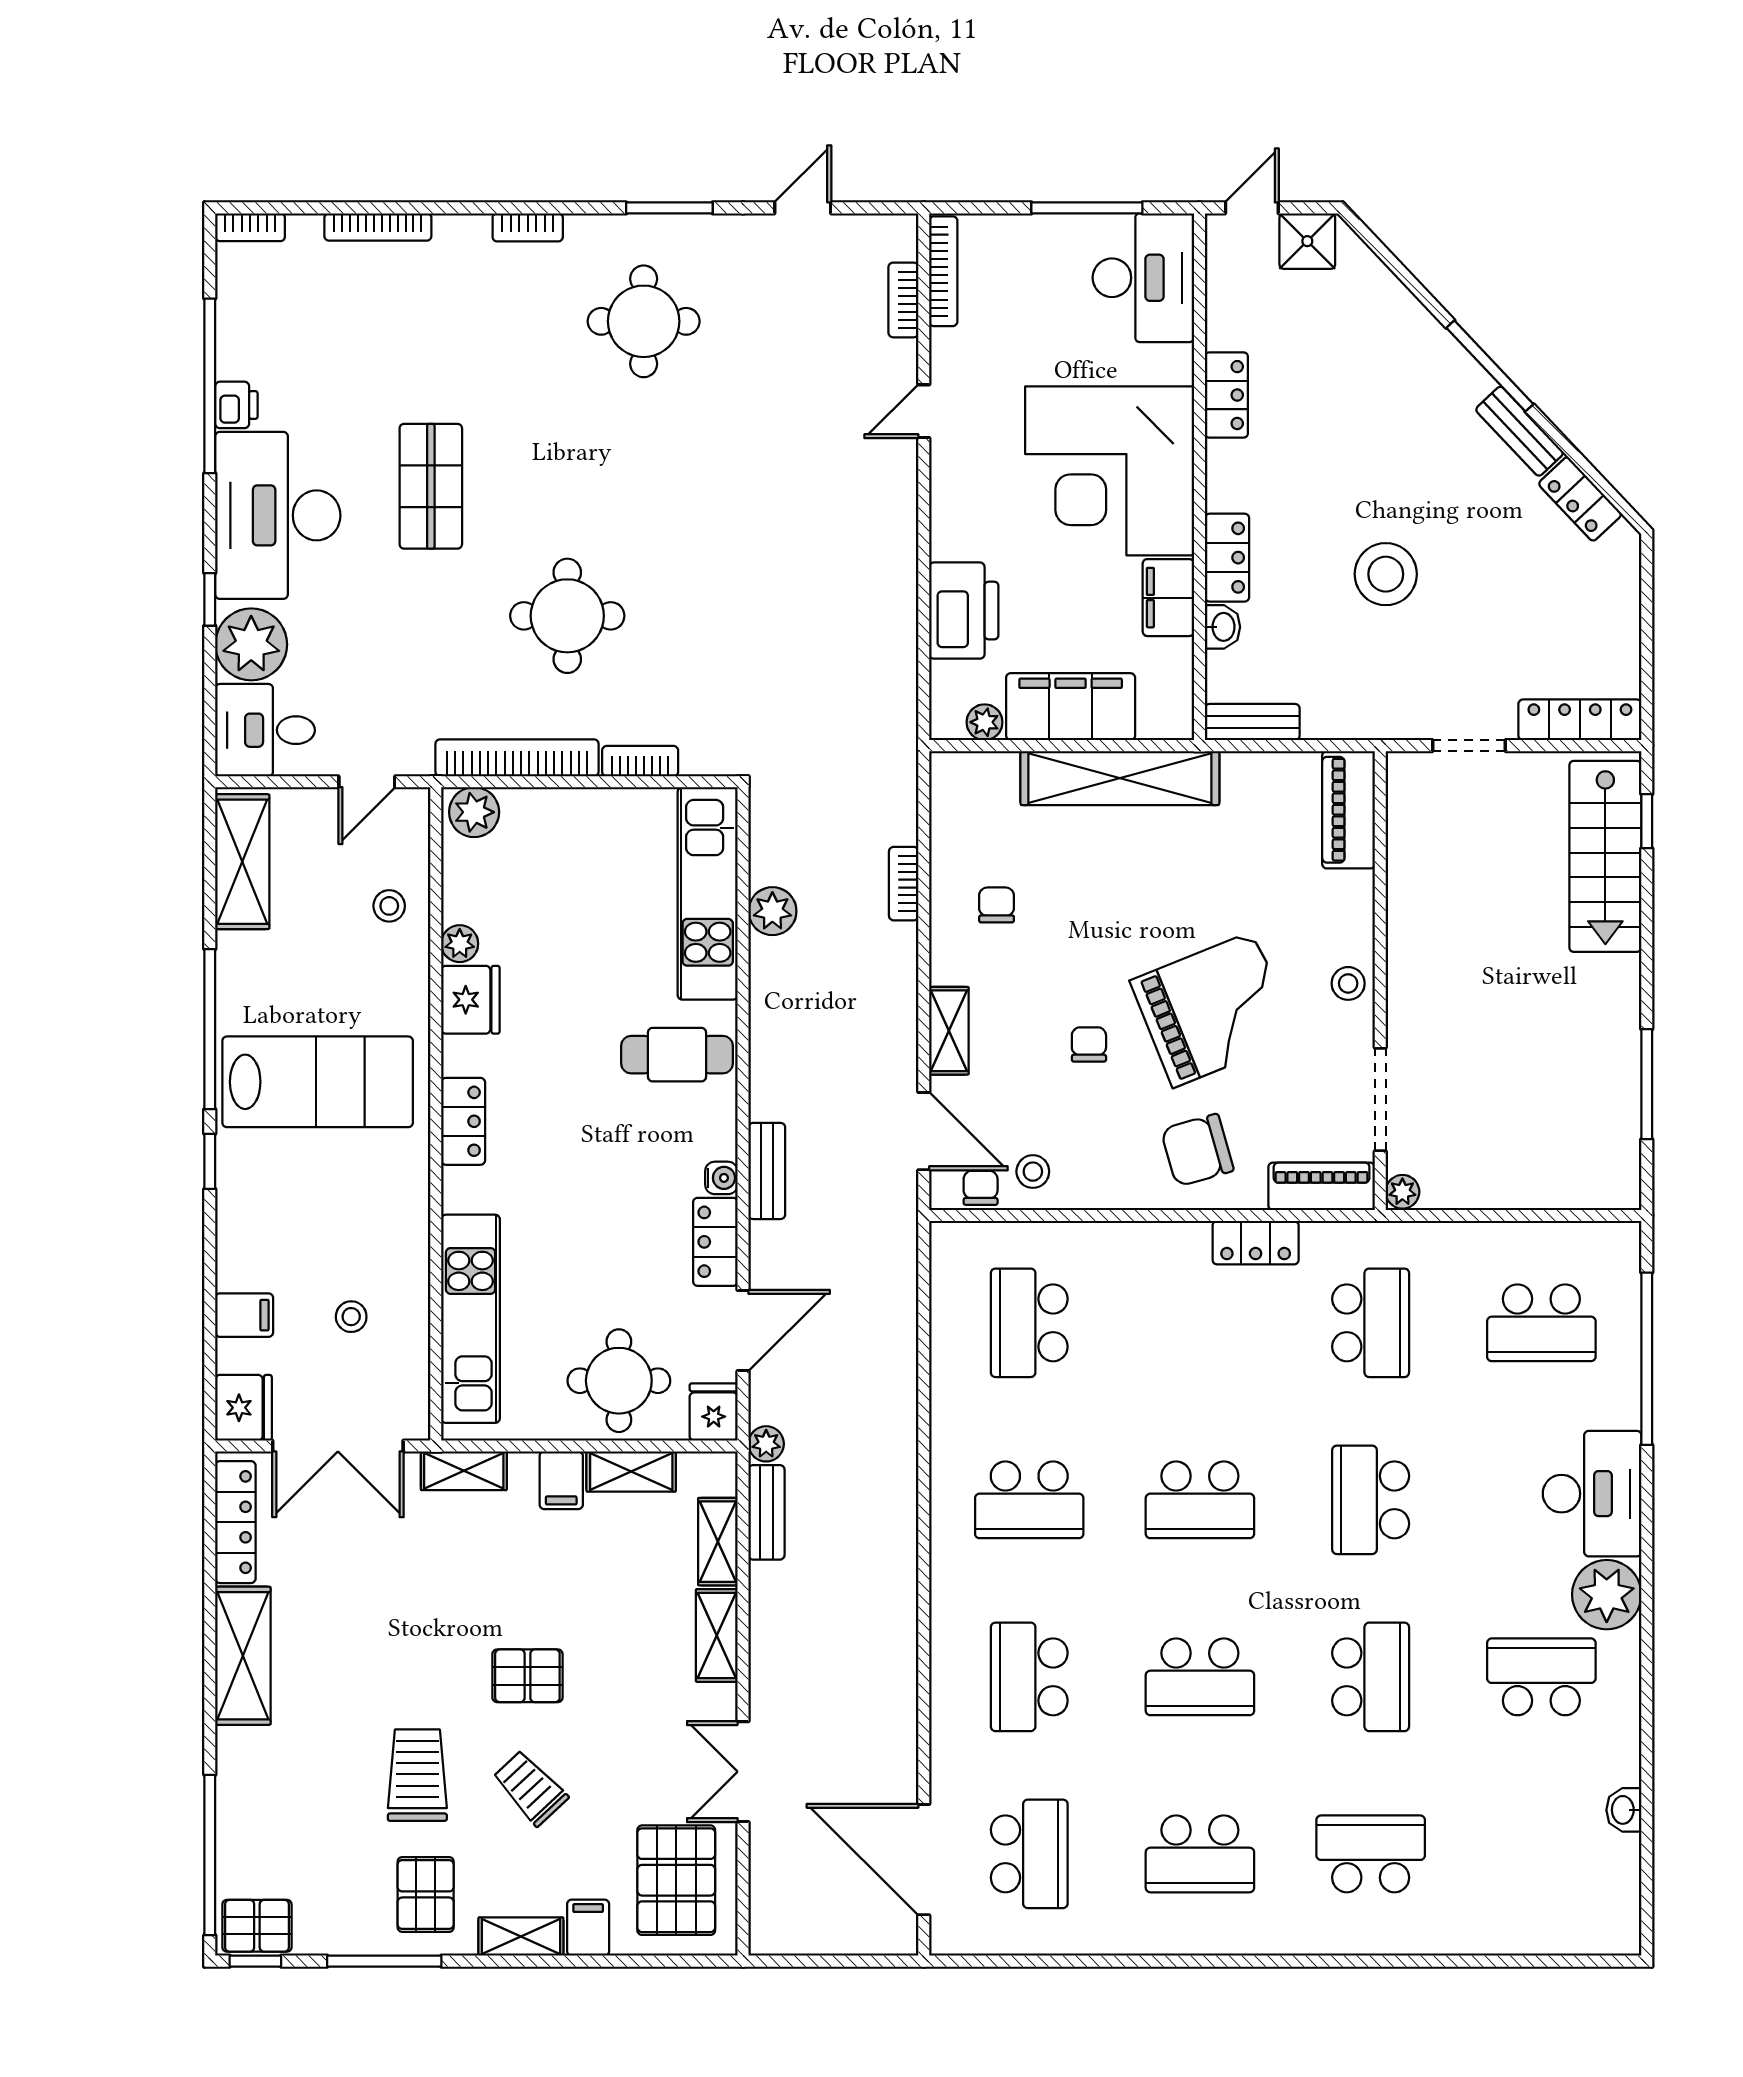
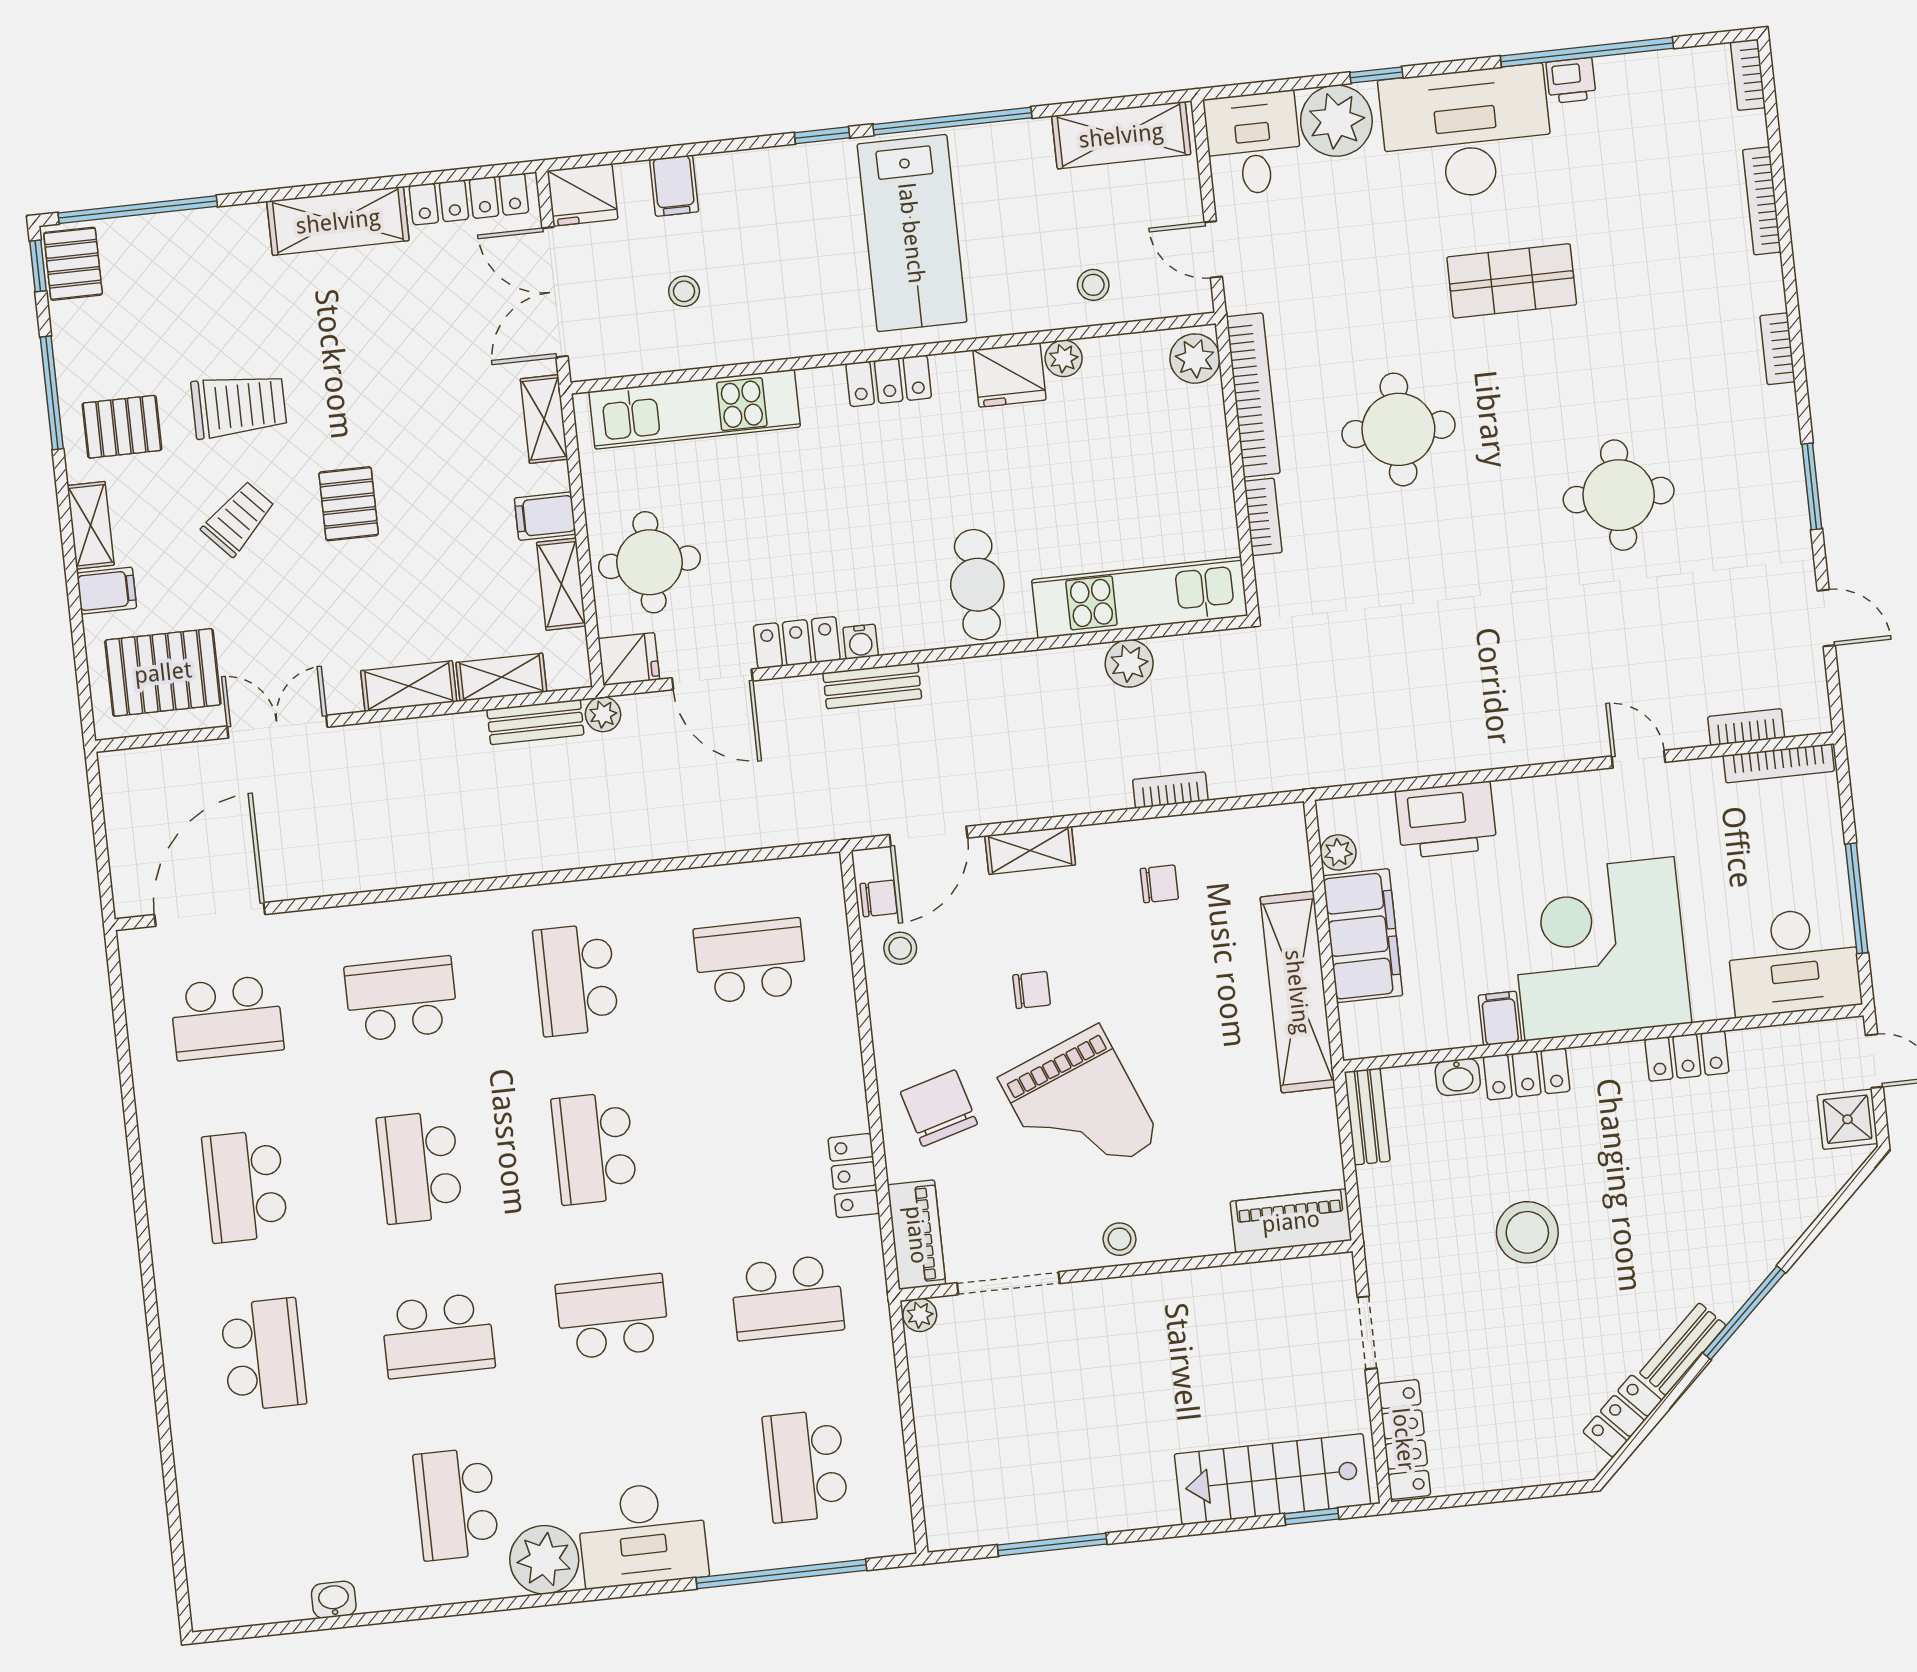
round table: (644, 321) -> (1619, 495), moved
filing cabinet: (1168, 598) -> (1500, 1018), width x0.50
school desk: (1541, 1677) -> (456, 1504), turned 180

